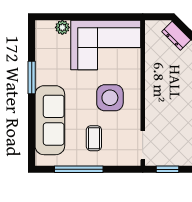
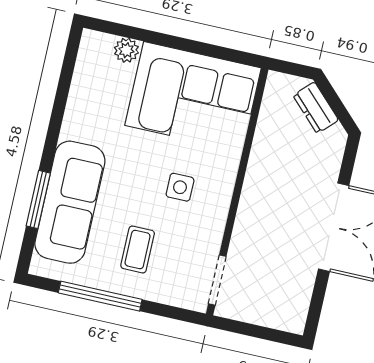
window: (32, 77) -> (38, 199), moved
side table: (110, 98) -> (180, 187), width x0.54, depth x0.54
window: (167, 169) -> (250, 330), removed

